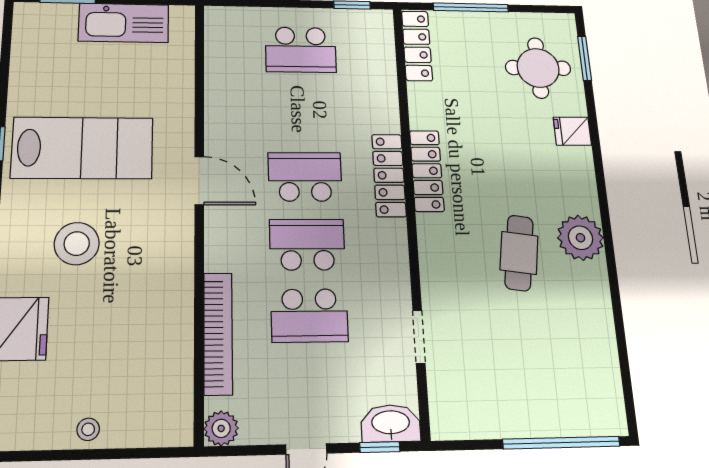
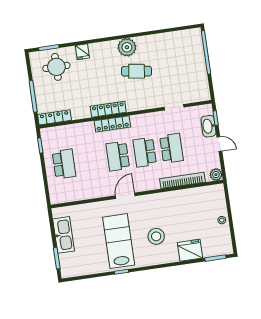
washbasin: (391, 423) -> (208, 126), moved

